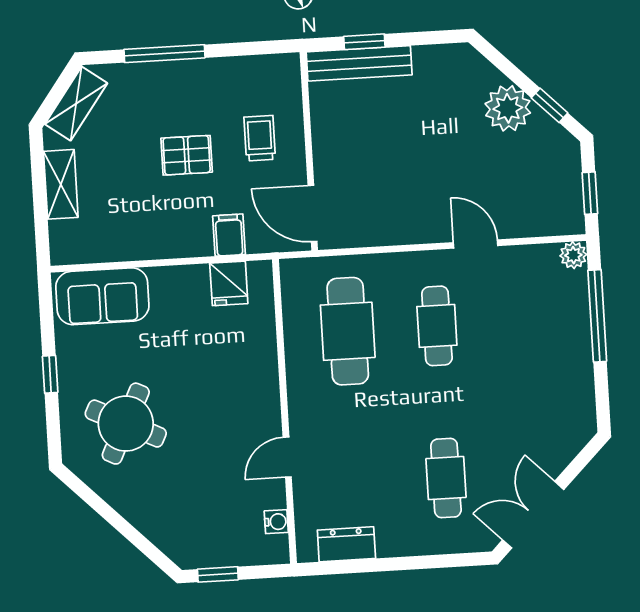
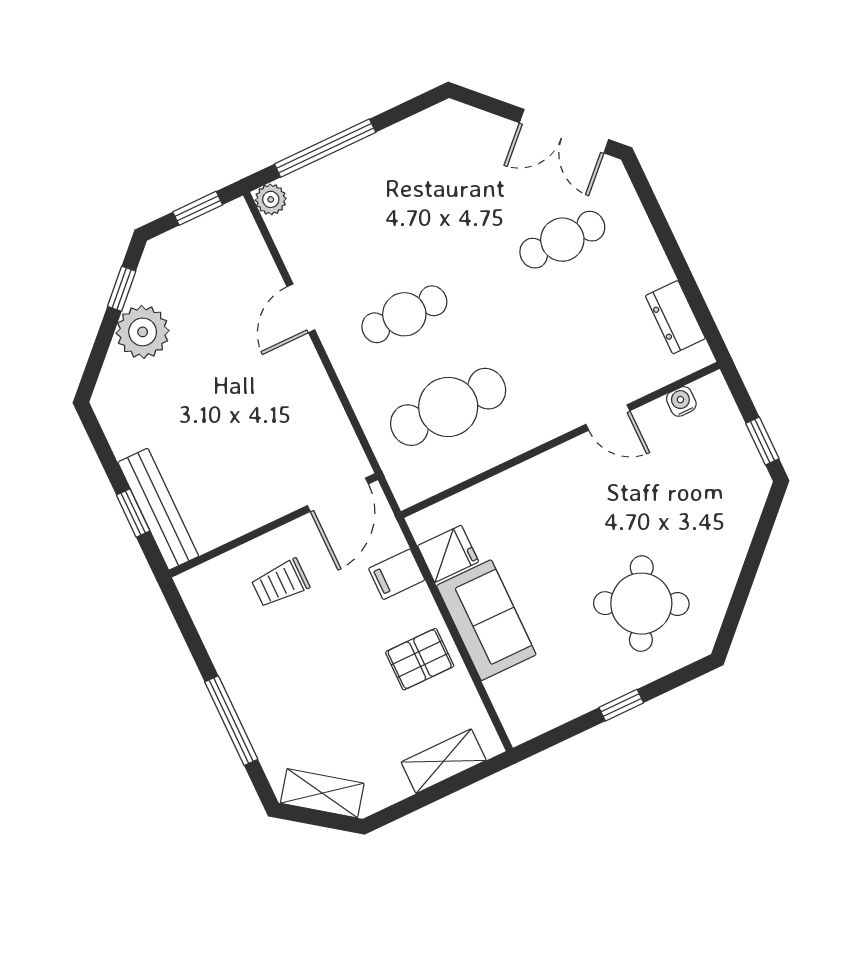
pallet: (187, 155) -> (420, 659), moved, turned 90
shelving: (61, 184) -> (444, 761), moved
sofa: (102, 296) -> (486, 620), moved

